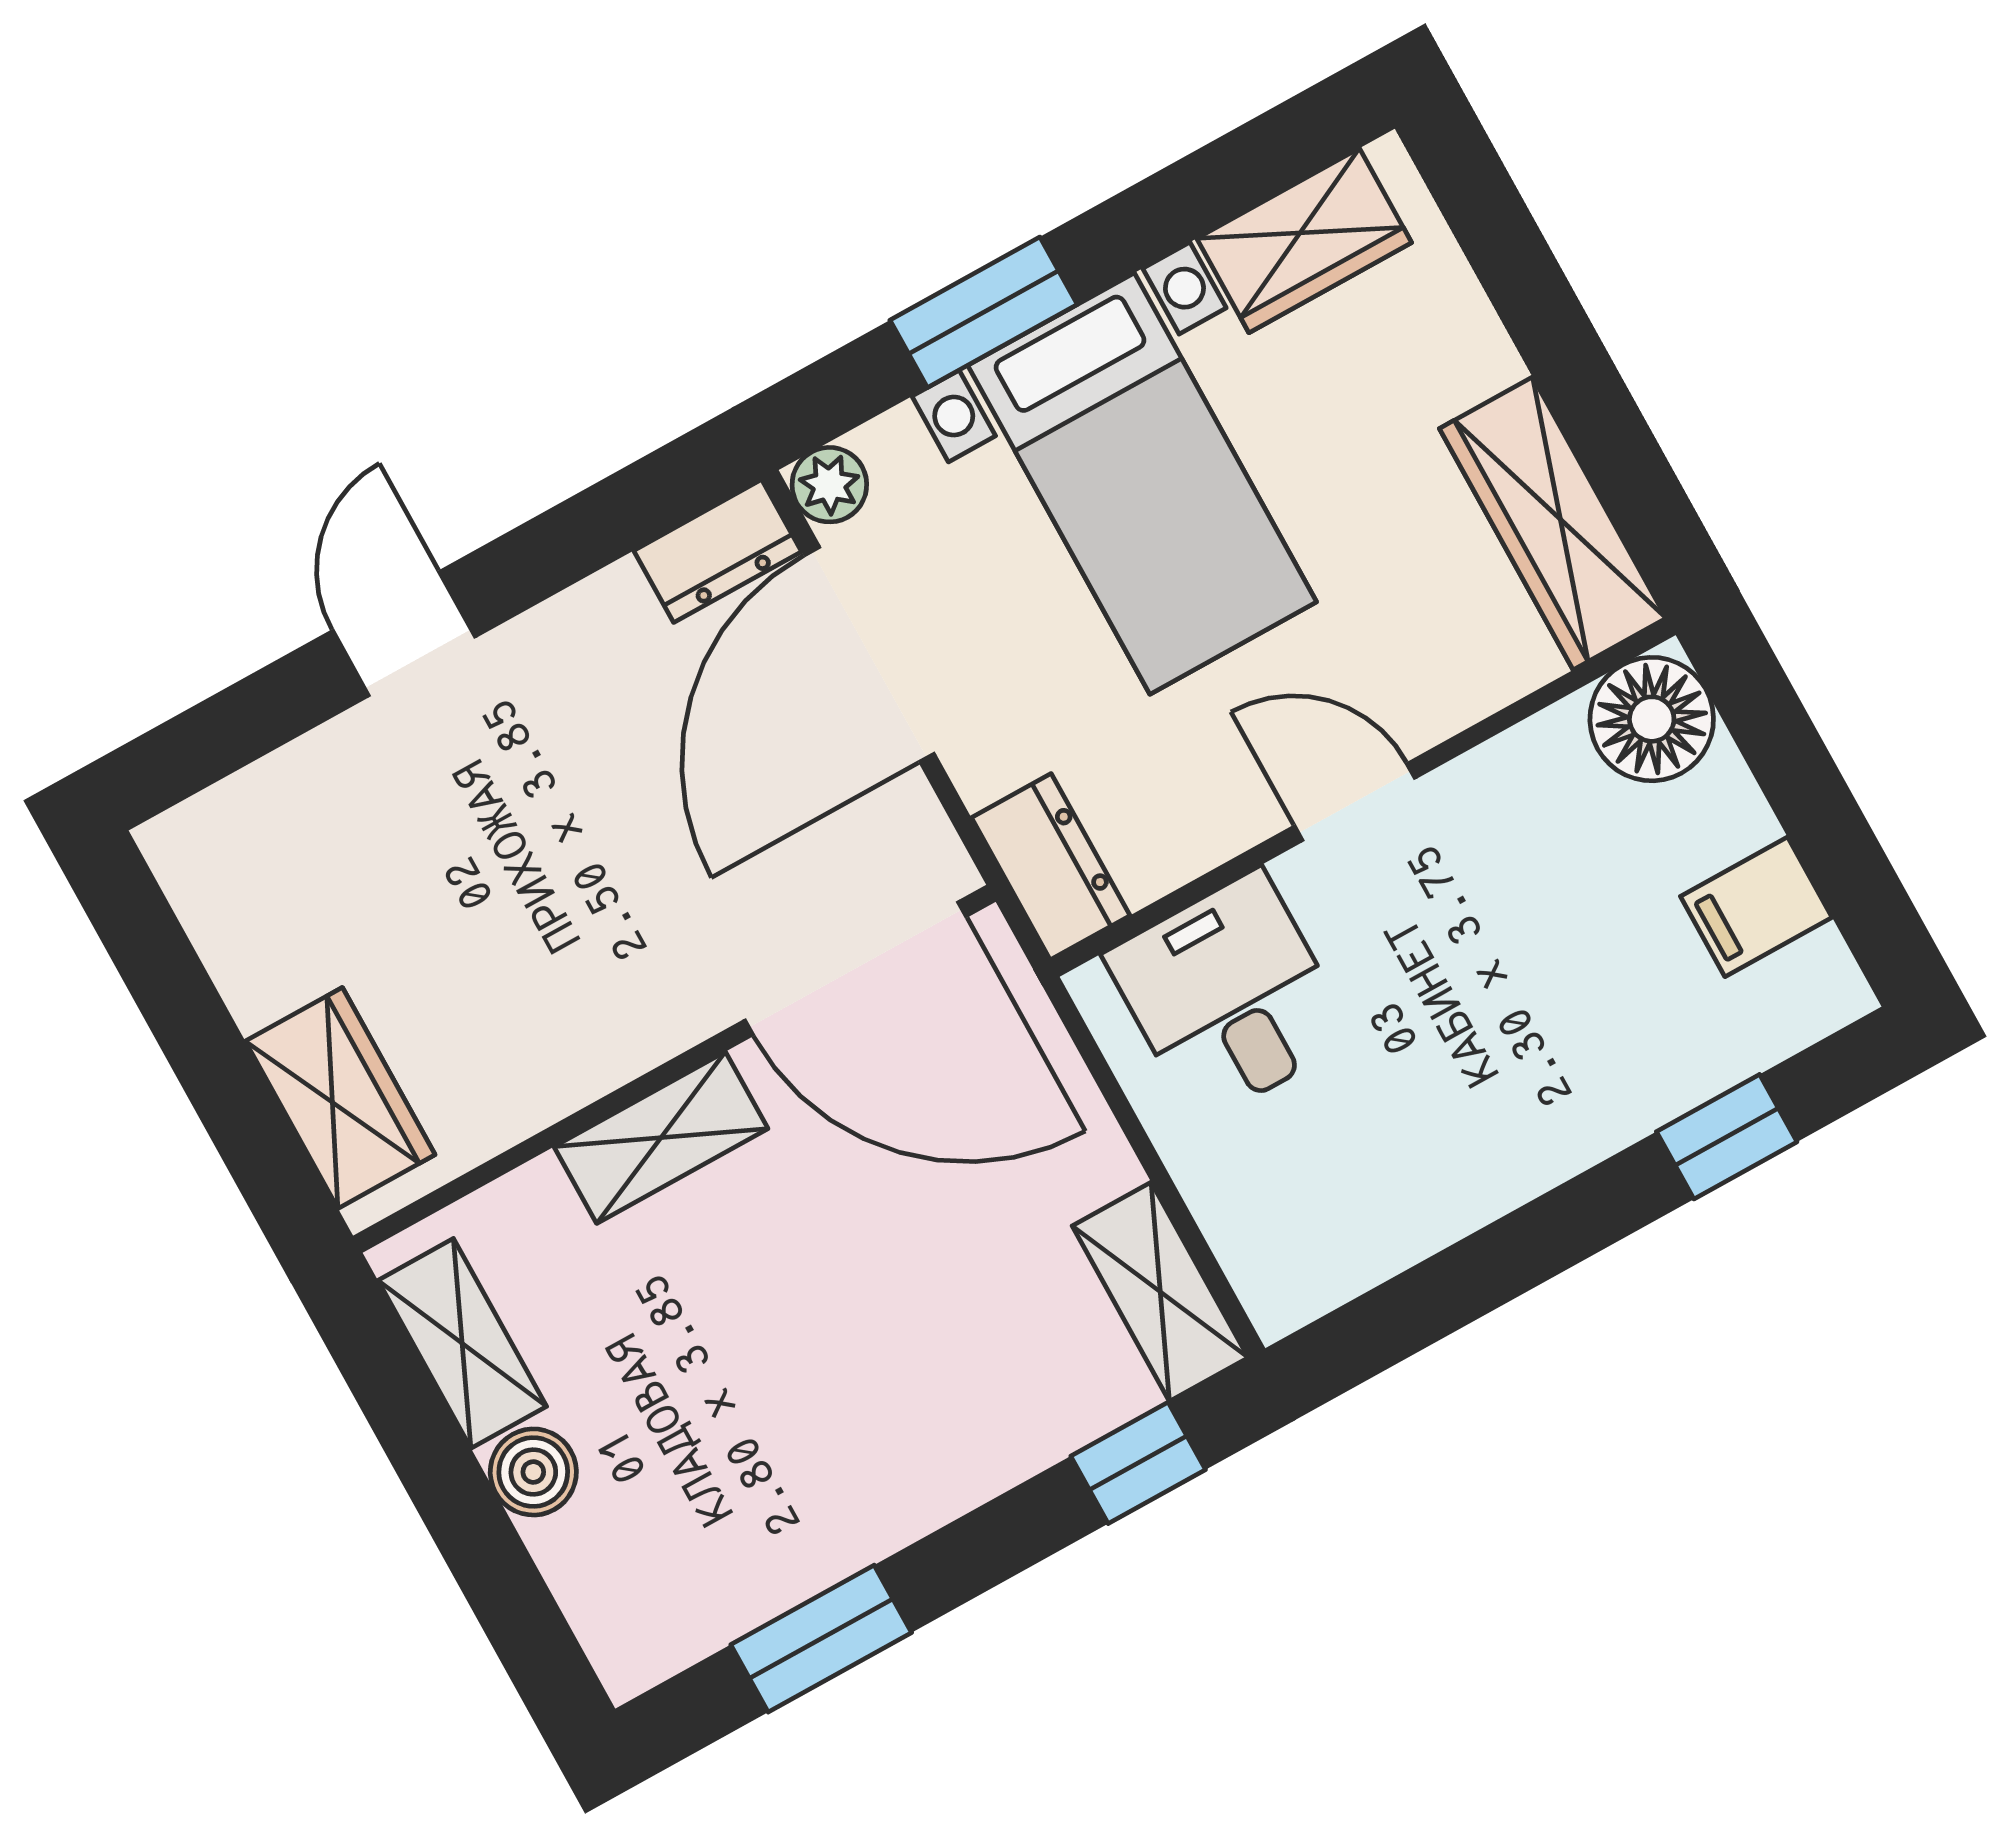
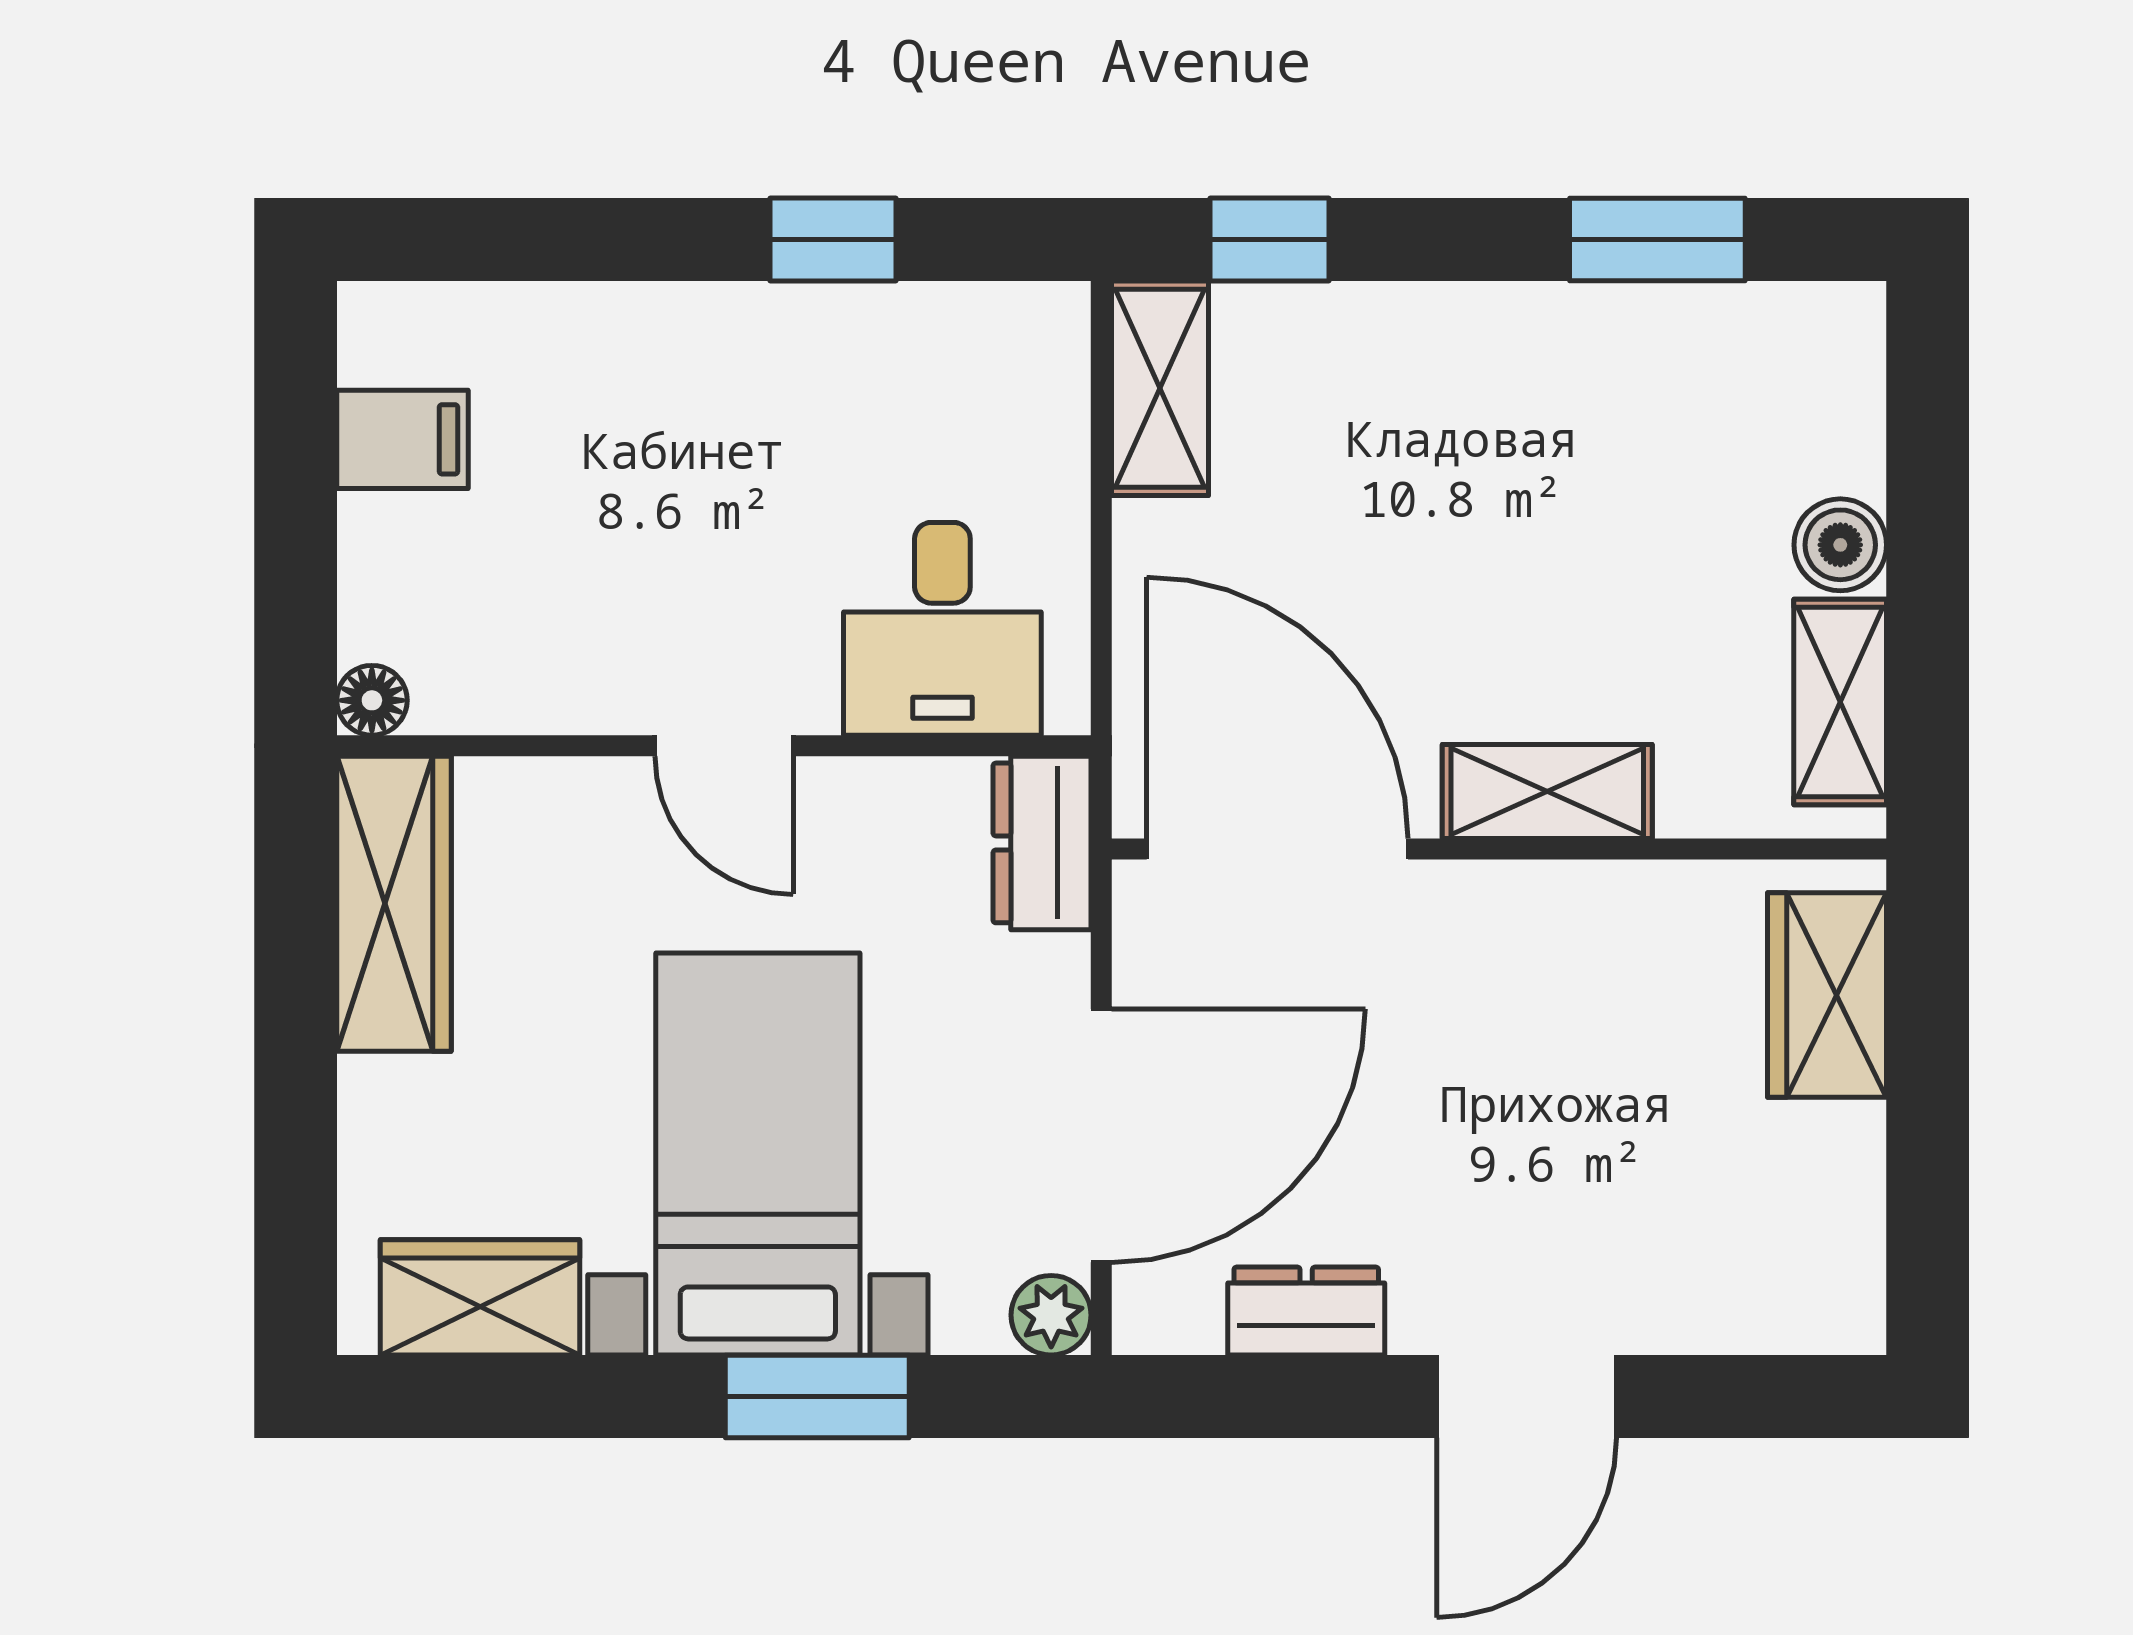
dresser: (718, 551) -> (1306, 1311), moved
door: (404, 634) -> (1526, 1396), width x1.38
floor lamp: (1652, 719) -> (372, 700), width x0.53, depth x0.53
window: (1727, 1137) -> (833, 240), moved

